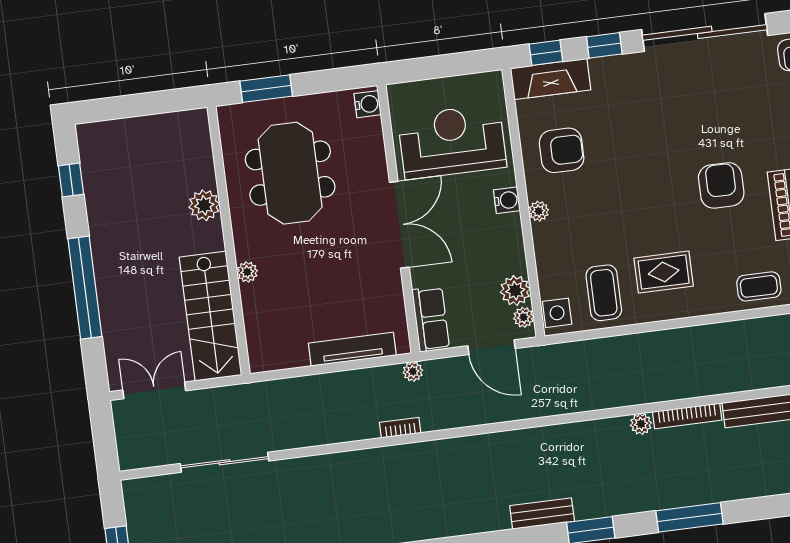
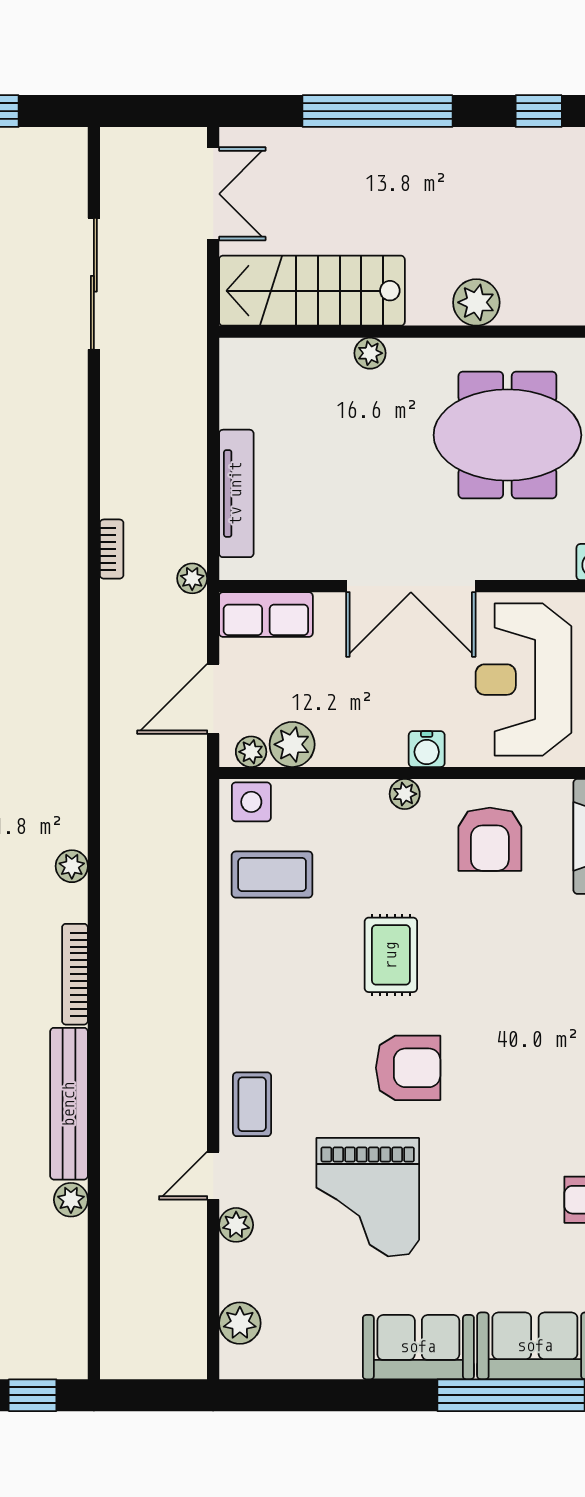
reception desk: (452, 142) -> (524, 680), turned 180
rug: (664, 272) -> (391, 955), moved
plant: (641, 424) -> (72, 866), moved

